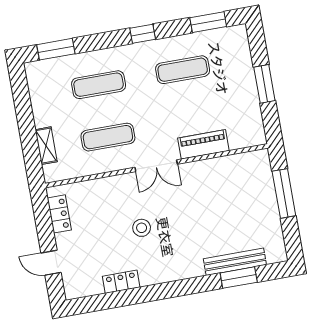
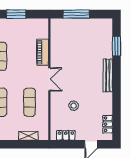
stool: (142, 228) -> (74, 106), moved
bench: (235, 262) -> (108, 75), moved
locker: (121, 282) -> (108, 124), moved

